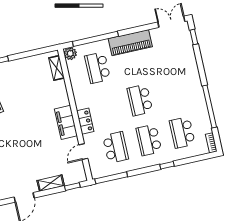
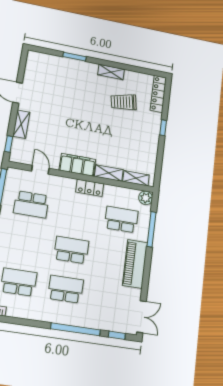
window: (95, 39) -> (152, 229), width x0.68
shelving: (62, 93) -> (109, 173), added
window: (210, 107) -> (75, 329), moved
locker: (85, 121) -> (90, 188), moved
school desk: (149, 140) -> (66, 289), moved

